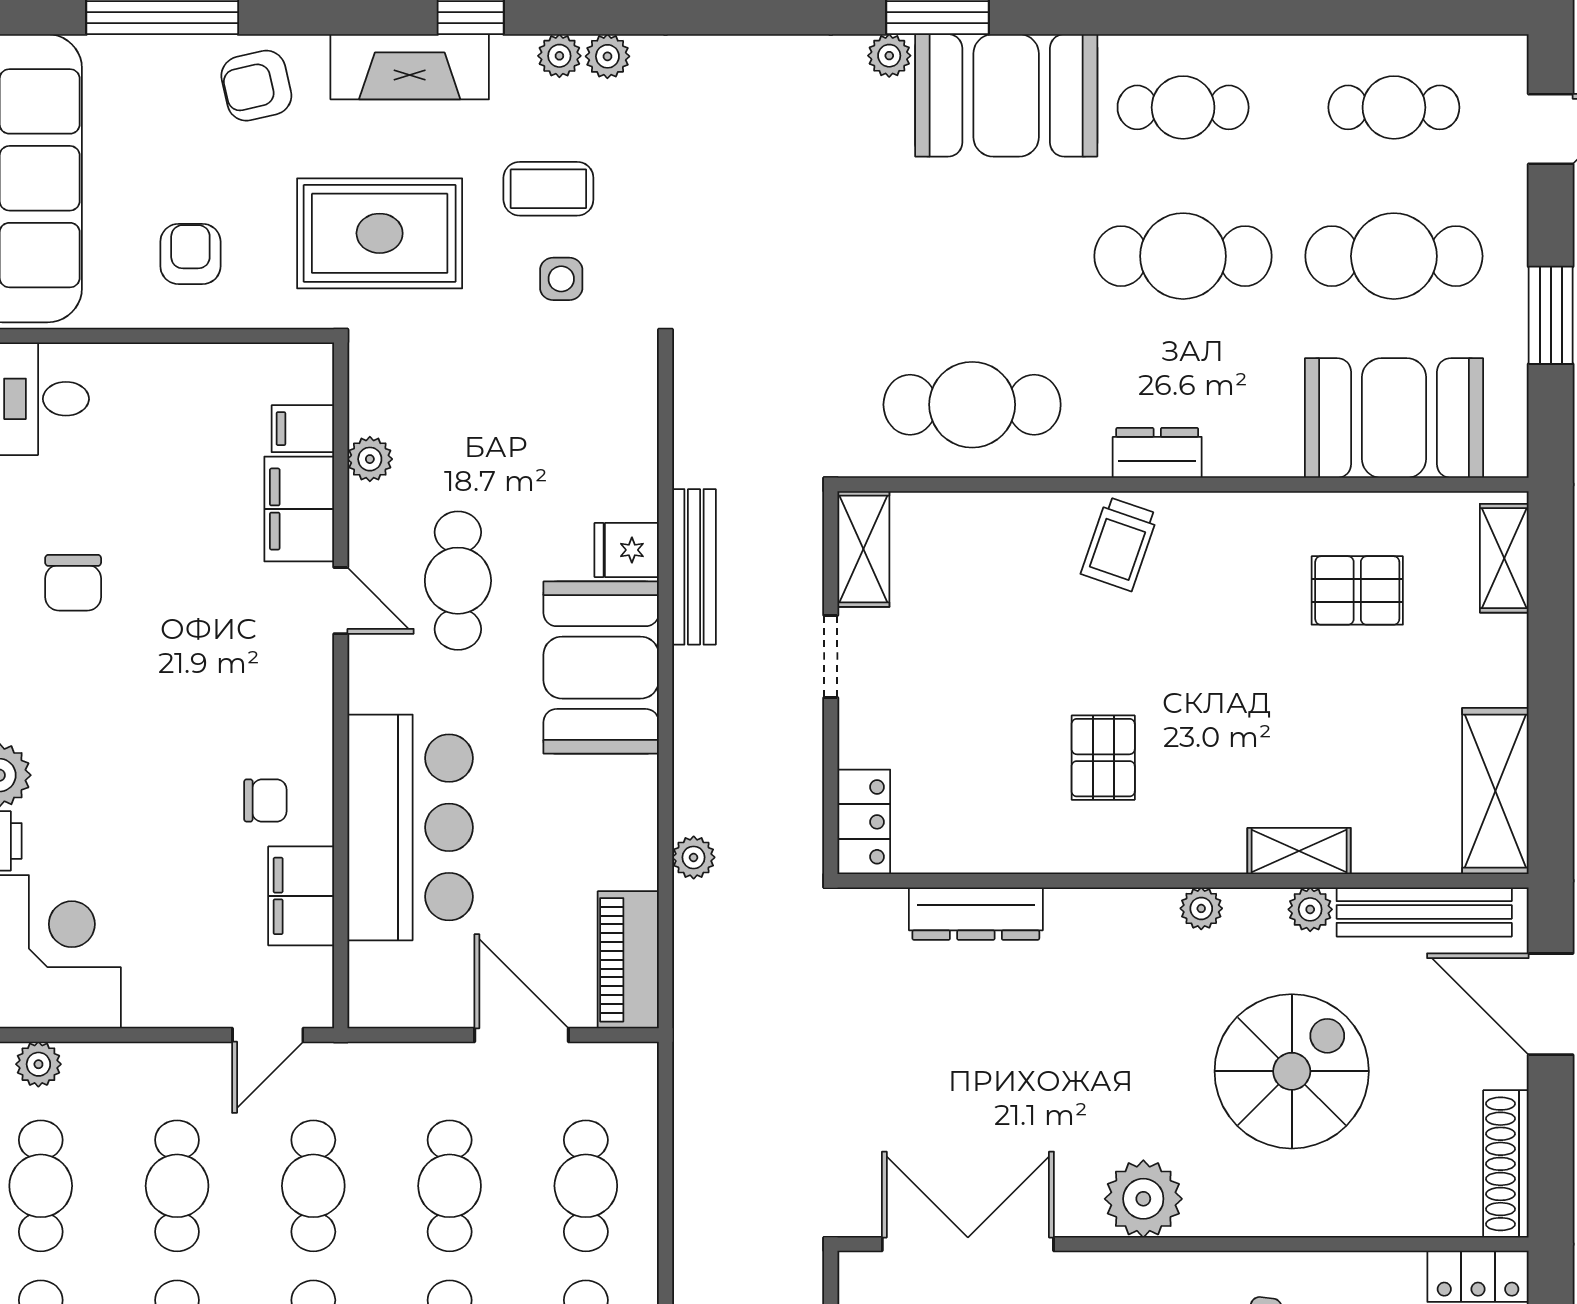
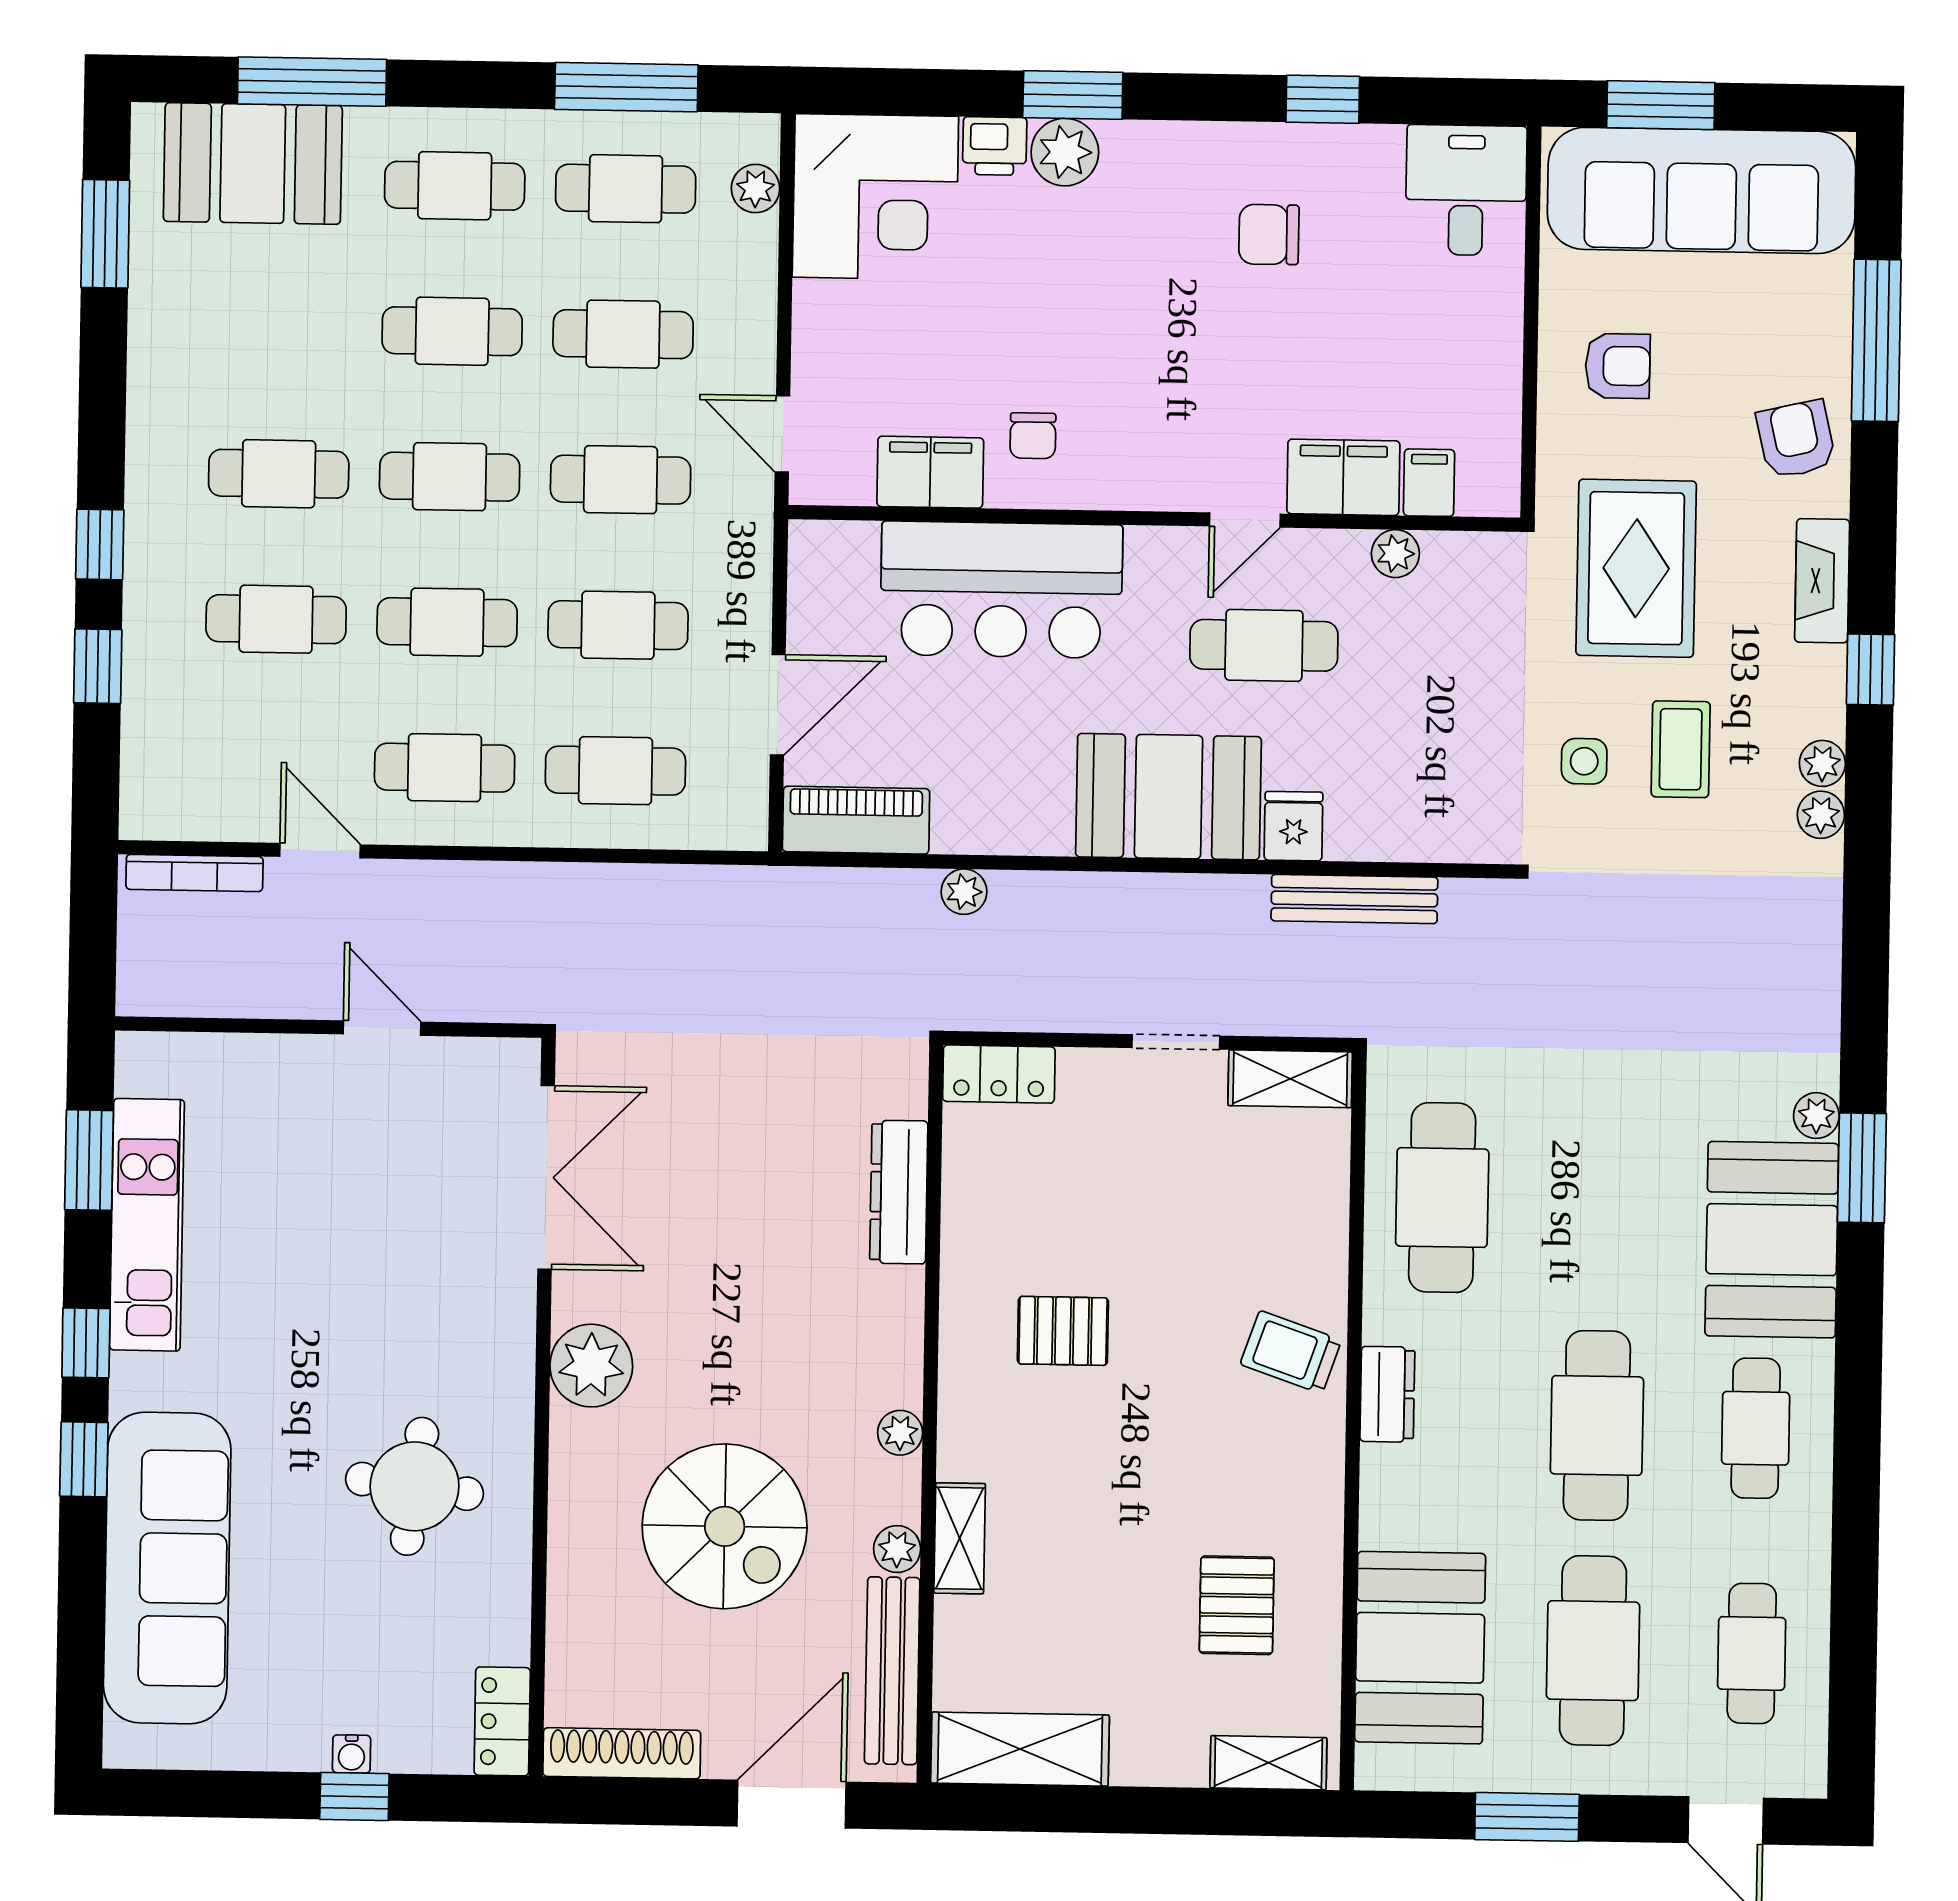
fireplace: (410, 67) -> (1822, 581), width x0.73, depth x0.76
bench: (694, 567) -> (1354, 899), moved

